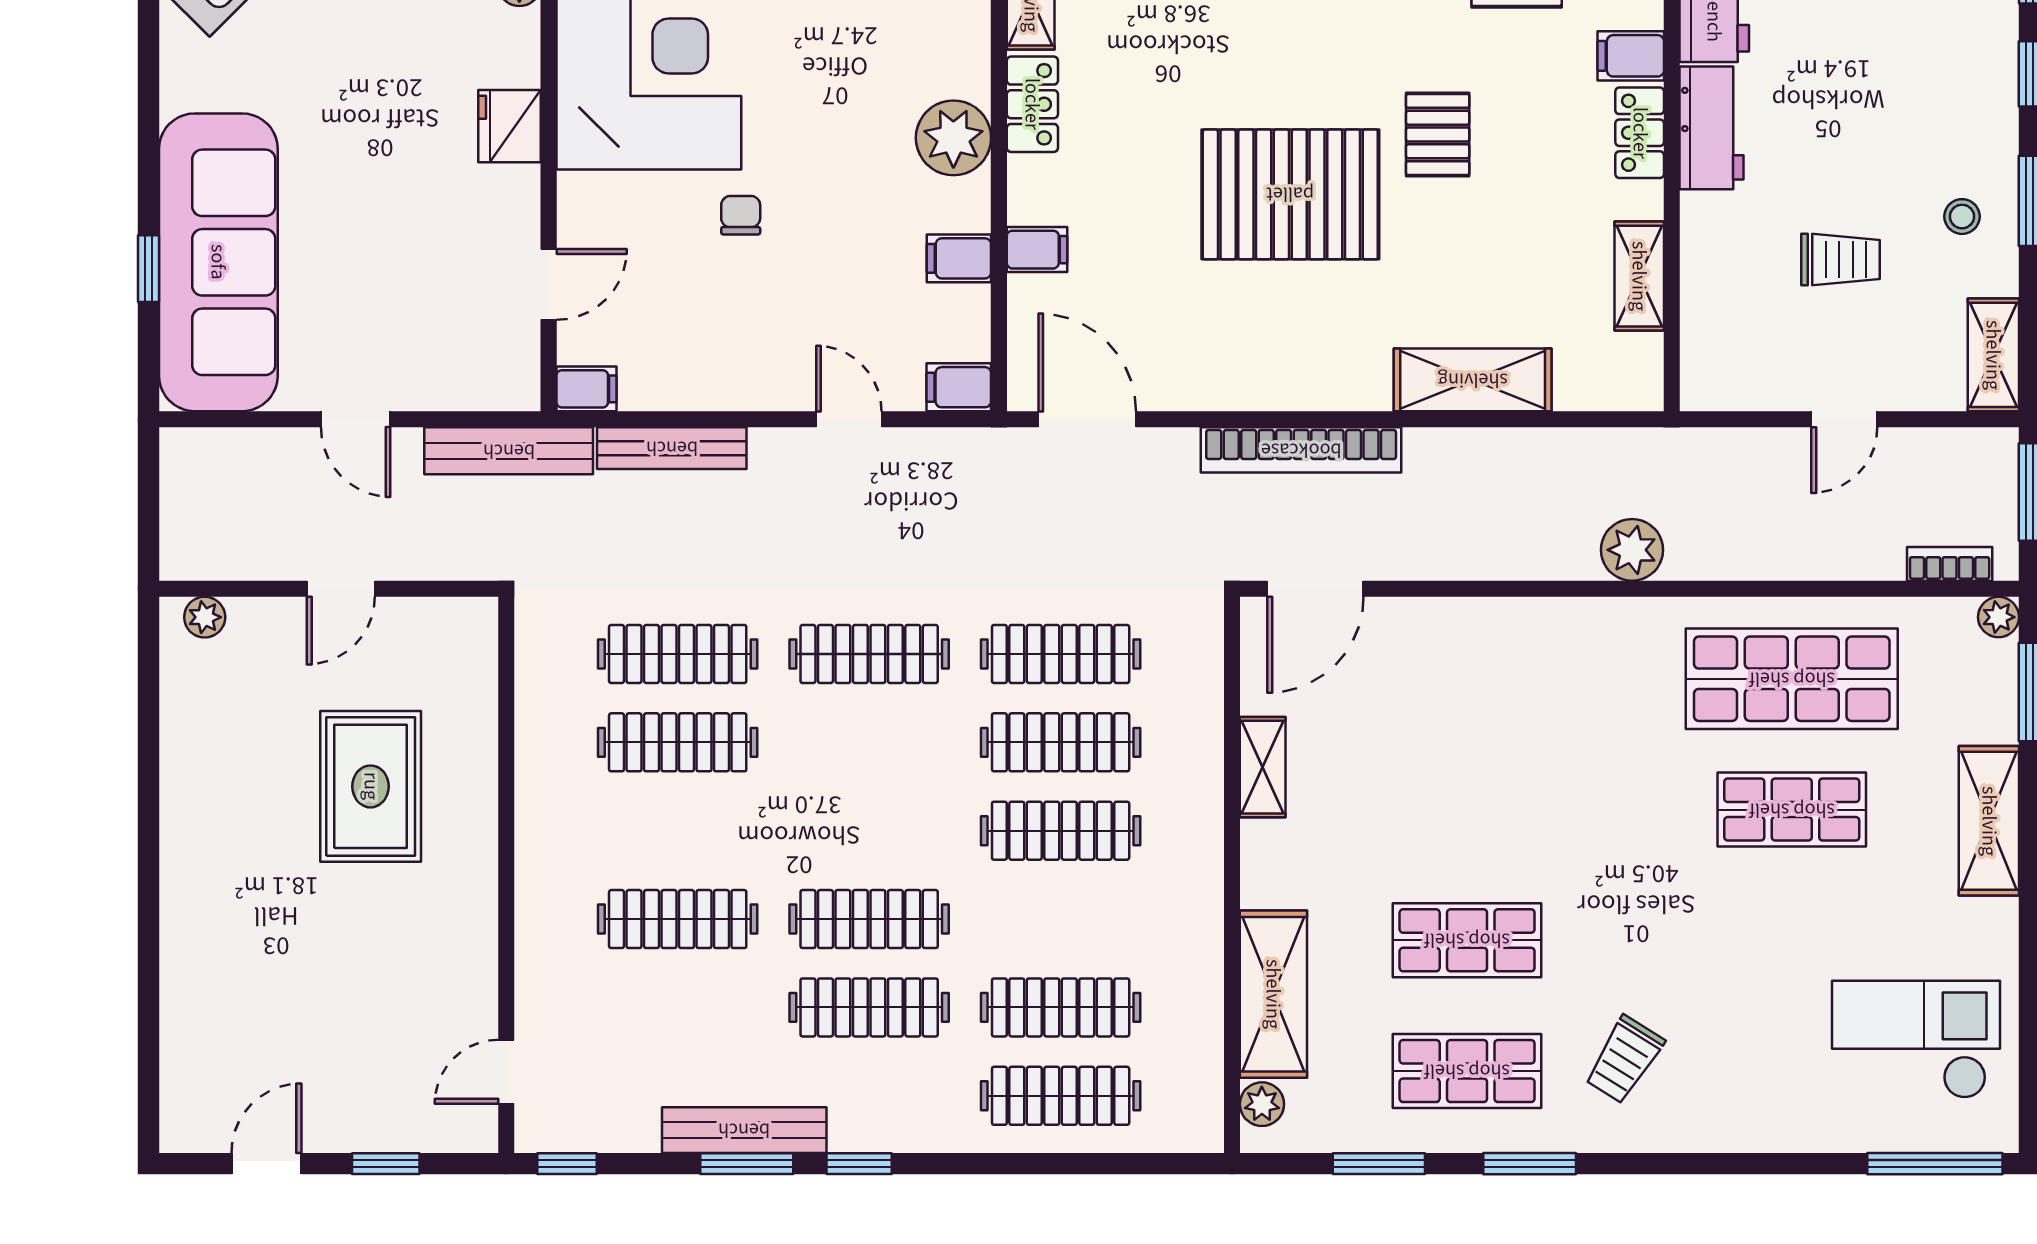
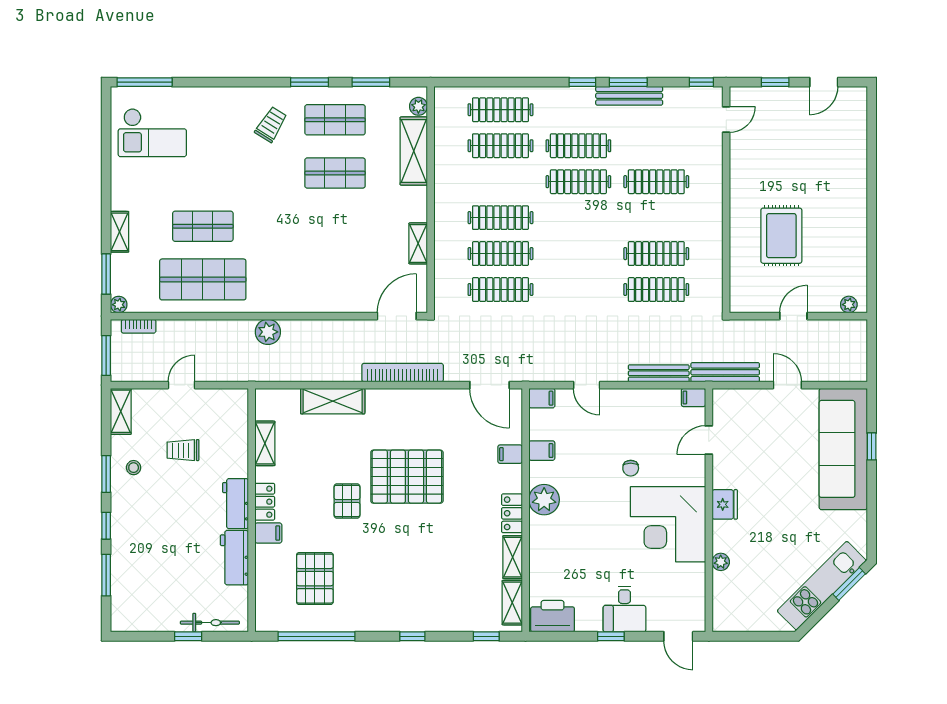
clothes rail: (869, 654) -> (578, 290), removed
shelving: (1989, 821) -> (120, 232), width x0.67, depth x0.75

